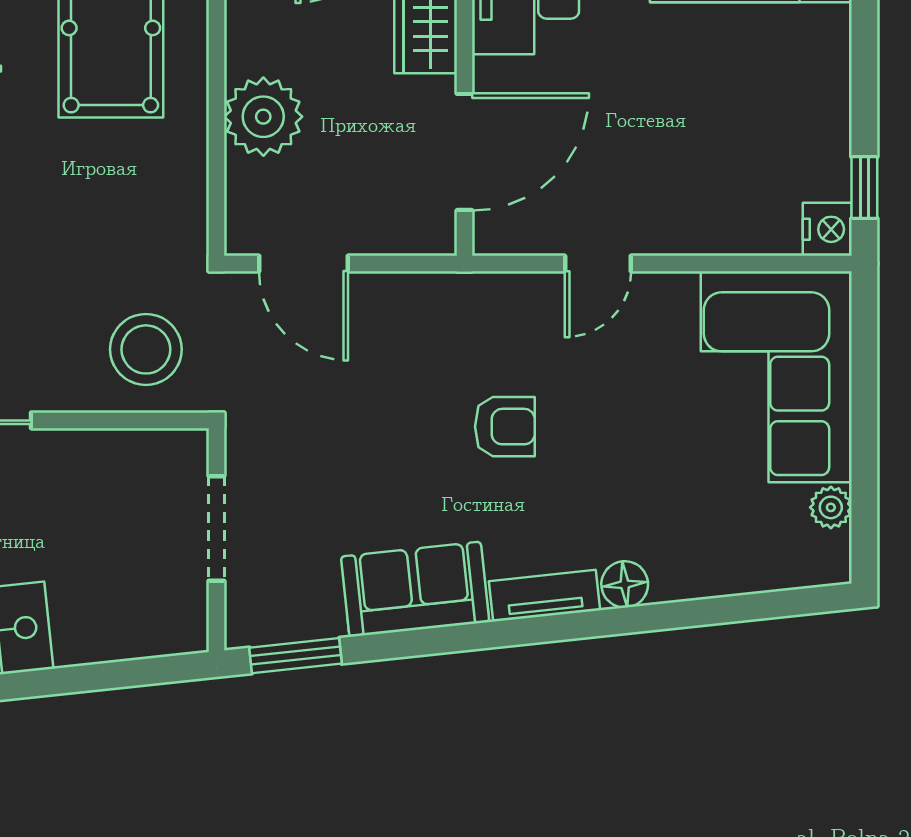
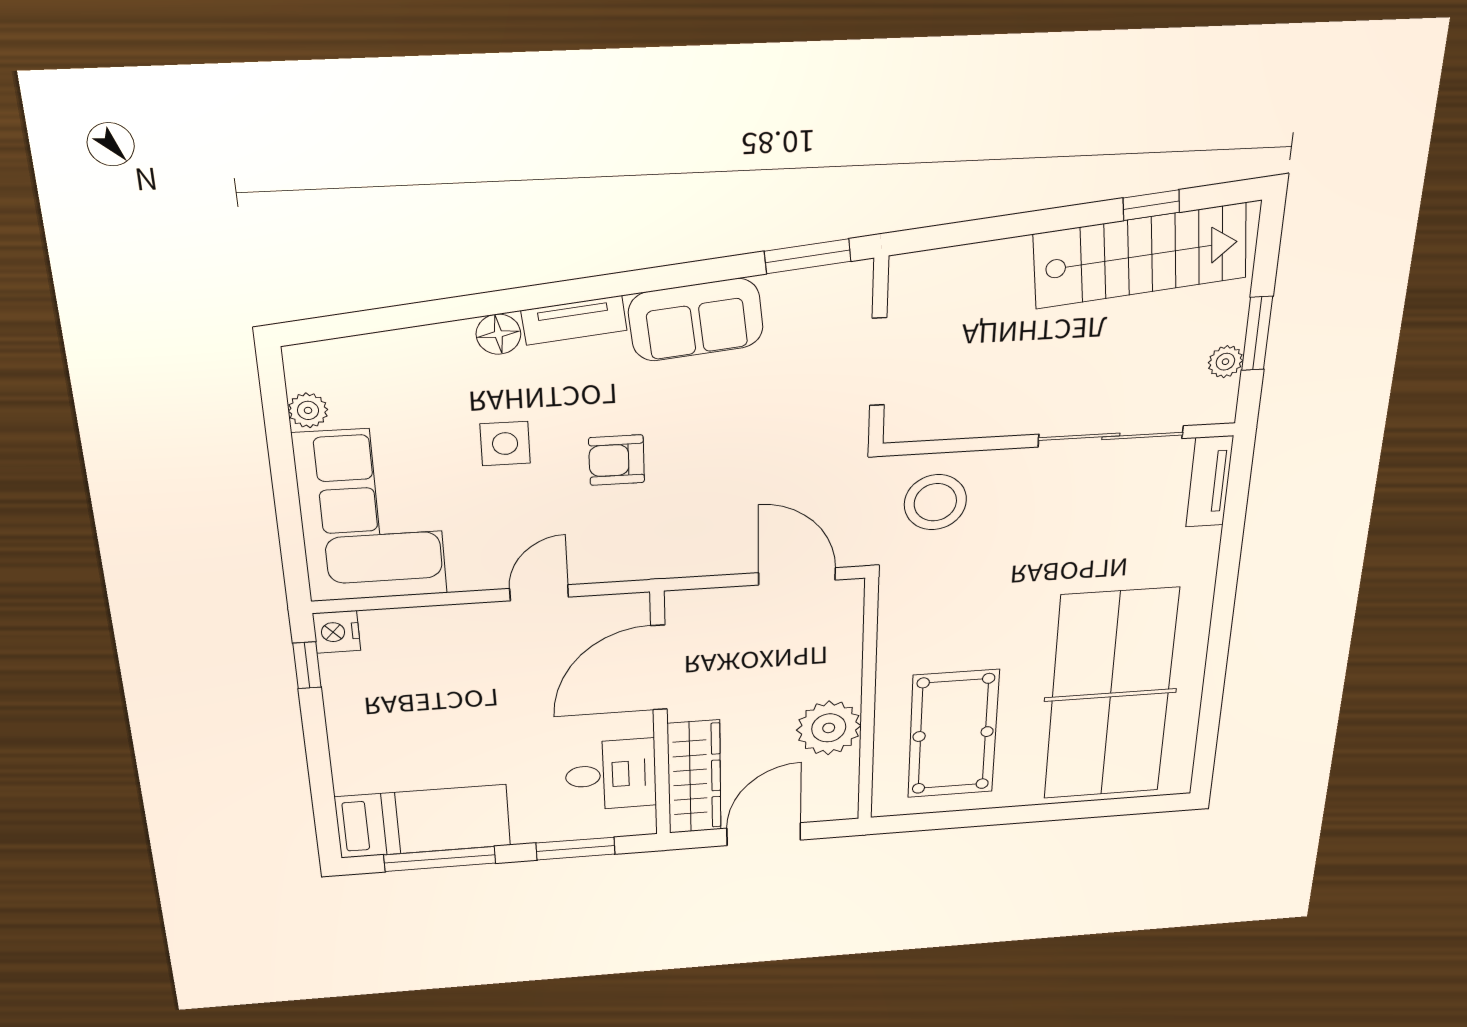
plant: (263, 117) -> (829, 728), moved
side table: (625, 455) -> (505, 444), added

